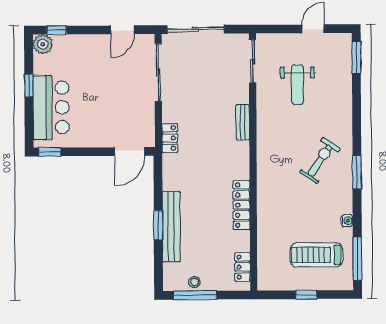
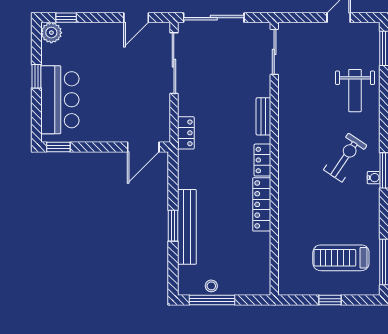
weight bench: (297, 85) -> (355, 91), moved
water cooler: (347, 221) -> (374, 178), moved
locker: (243, 267) -> (262, 160), moved

